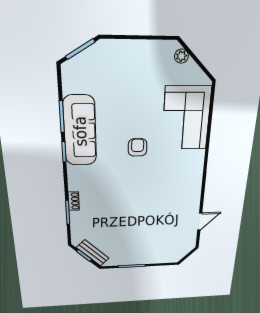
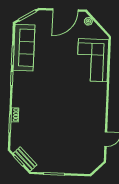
door: (144, 37) -> (65, 10), added
sofa: (80, 131) -> (24, 48), moved
armchair: (138, 147) -> (60, 78), removed

